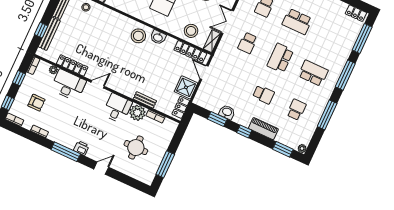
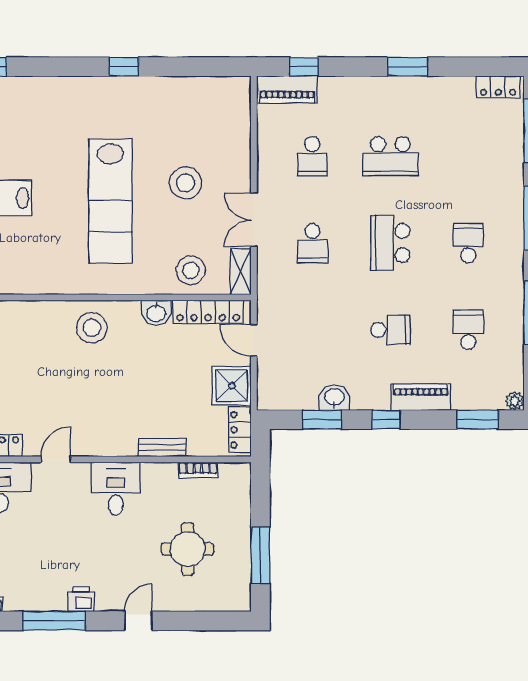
washbasin: (158, 37) -> (156, 313), moved
school desk: (313, 73) -> (468, 243), width x0.54
plant: (137, 113) -> (159, 479), removed

